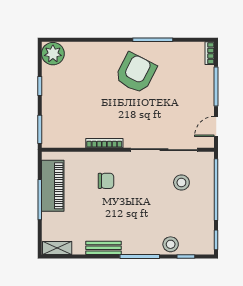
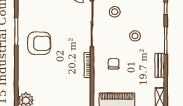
armchair: (136, 73) -> (39, 43), turned 153
stool: (171, 244) -> (135, 36), moved

